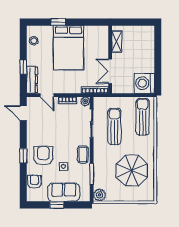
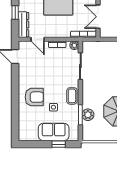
sun lounger: (114, 126) -> (102, 69), removed
window: (23, 156) -> (15, 97), removed
armchair: (43, 156) -> (34, 97), turned 90
armchair: (34, 182) -> (26, 122), removed
plant: (100, 195) -> (88, 115), moved
window: (57, 205) -> (59, 144), moved

